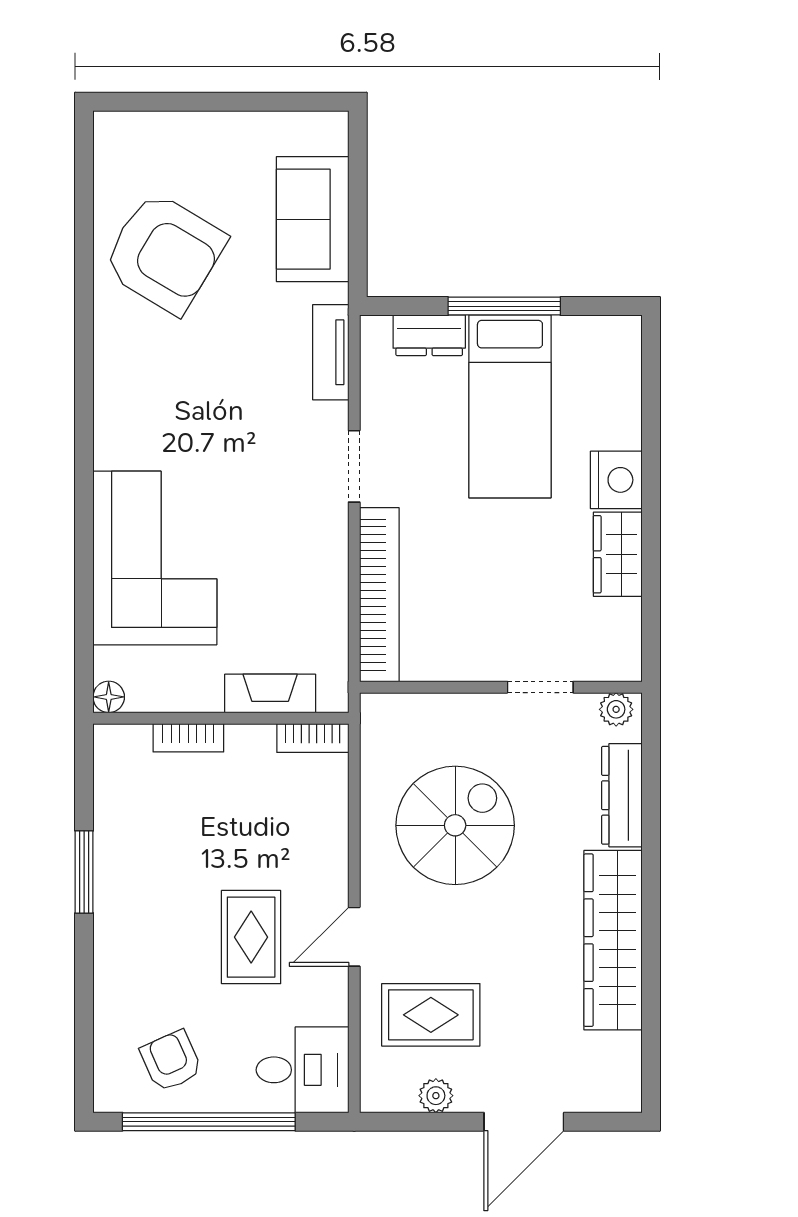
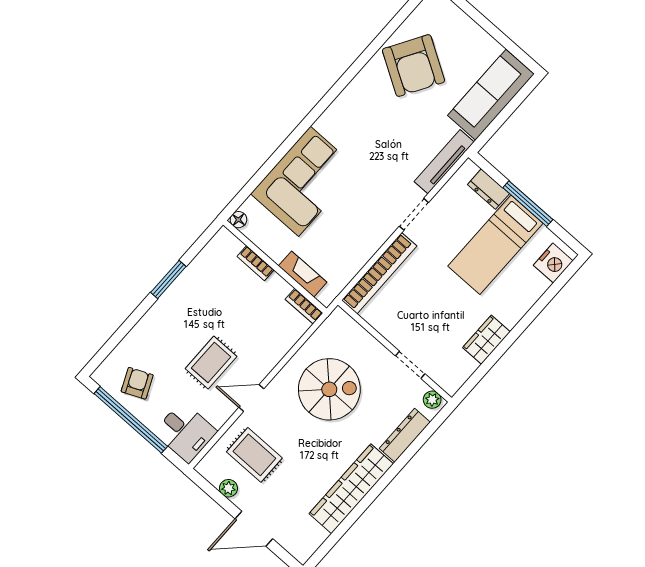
sofa: (313, 219) -> (491, 95), width x1.36
tv unit: (331, 352) -> (444, 162), width x1.41
nightstand: (616, 480) -> (553, 263), moved

